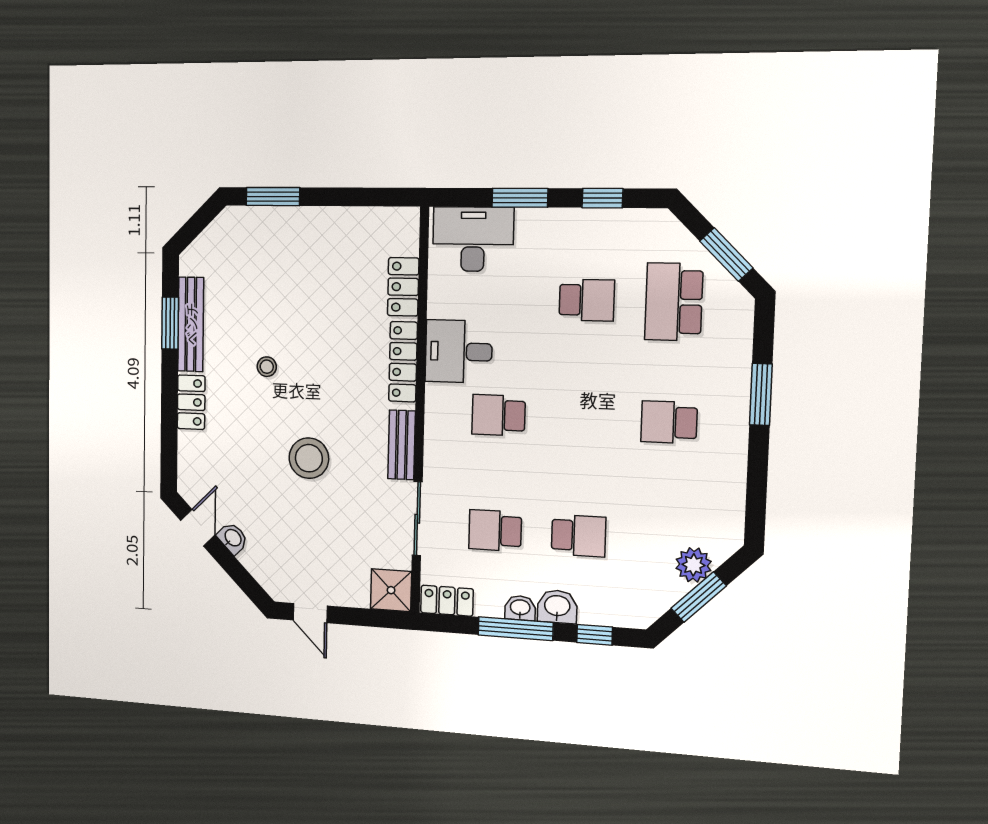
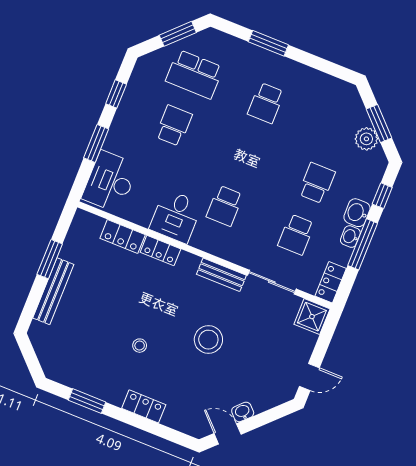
window: (273, 197) -> (50, 259), moved
bench: (191, 324) -> (53, 291), moved, turned 90
locker: (403, 362) -> (160, 251), width x0.66
plant: (693, 565) -> (366, 139), moved

